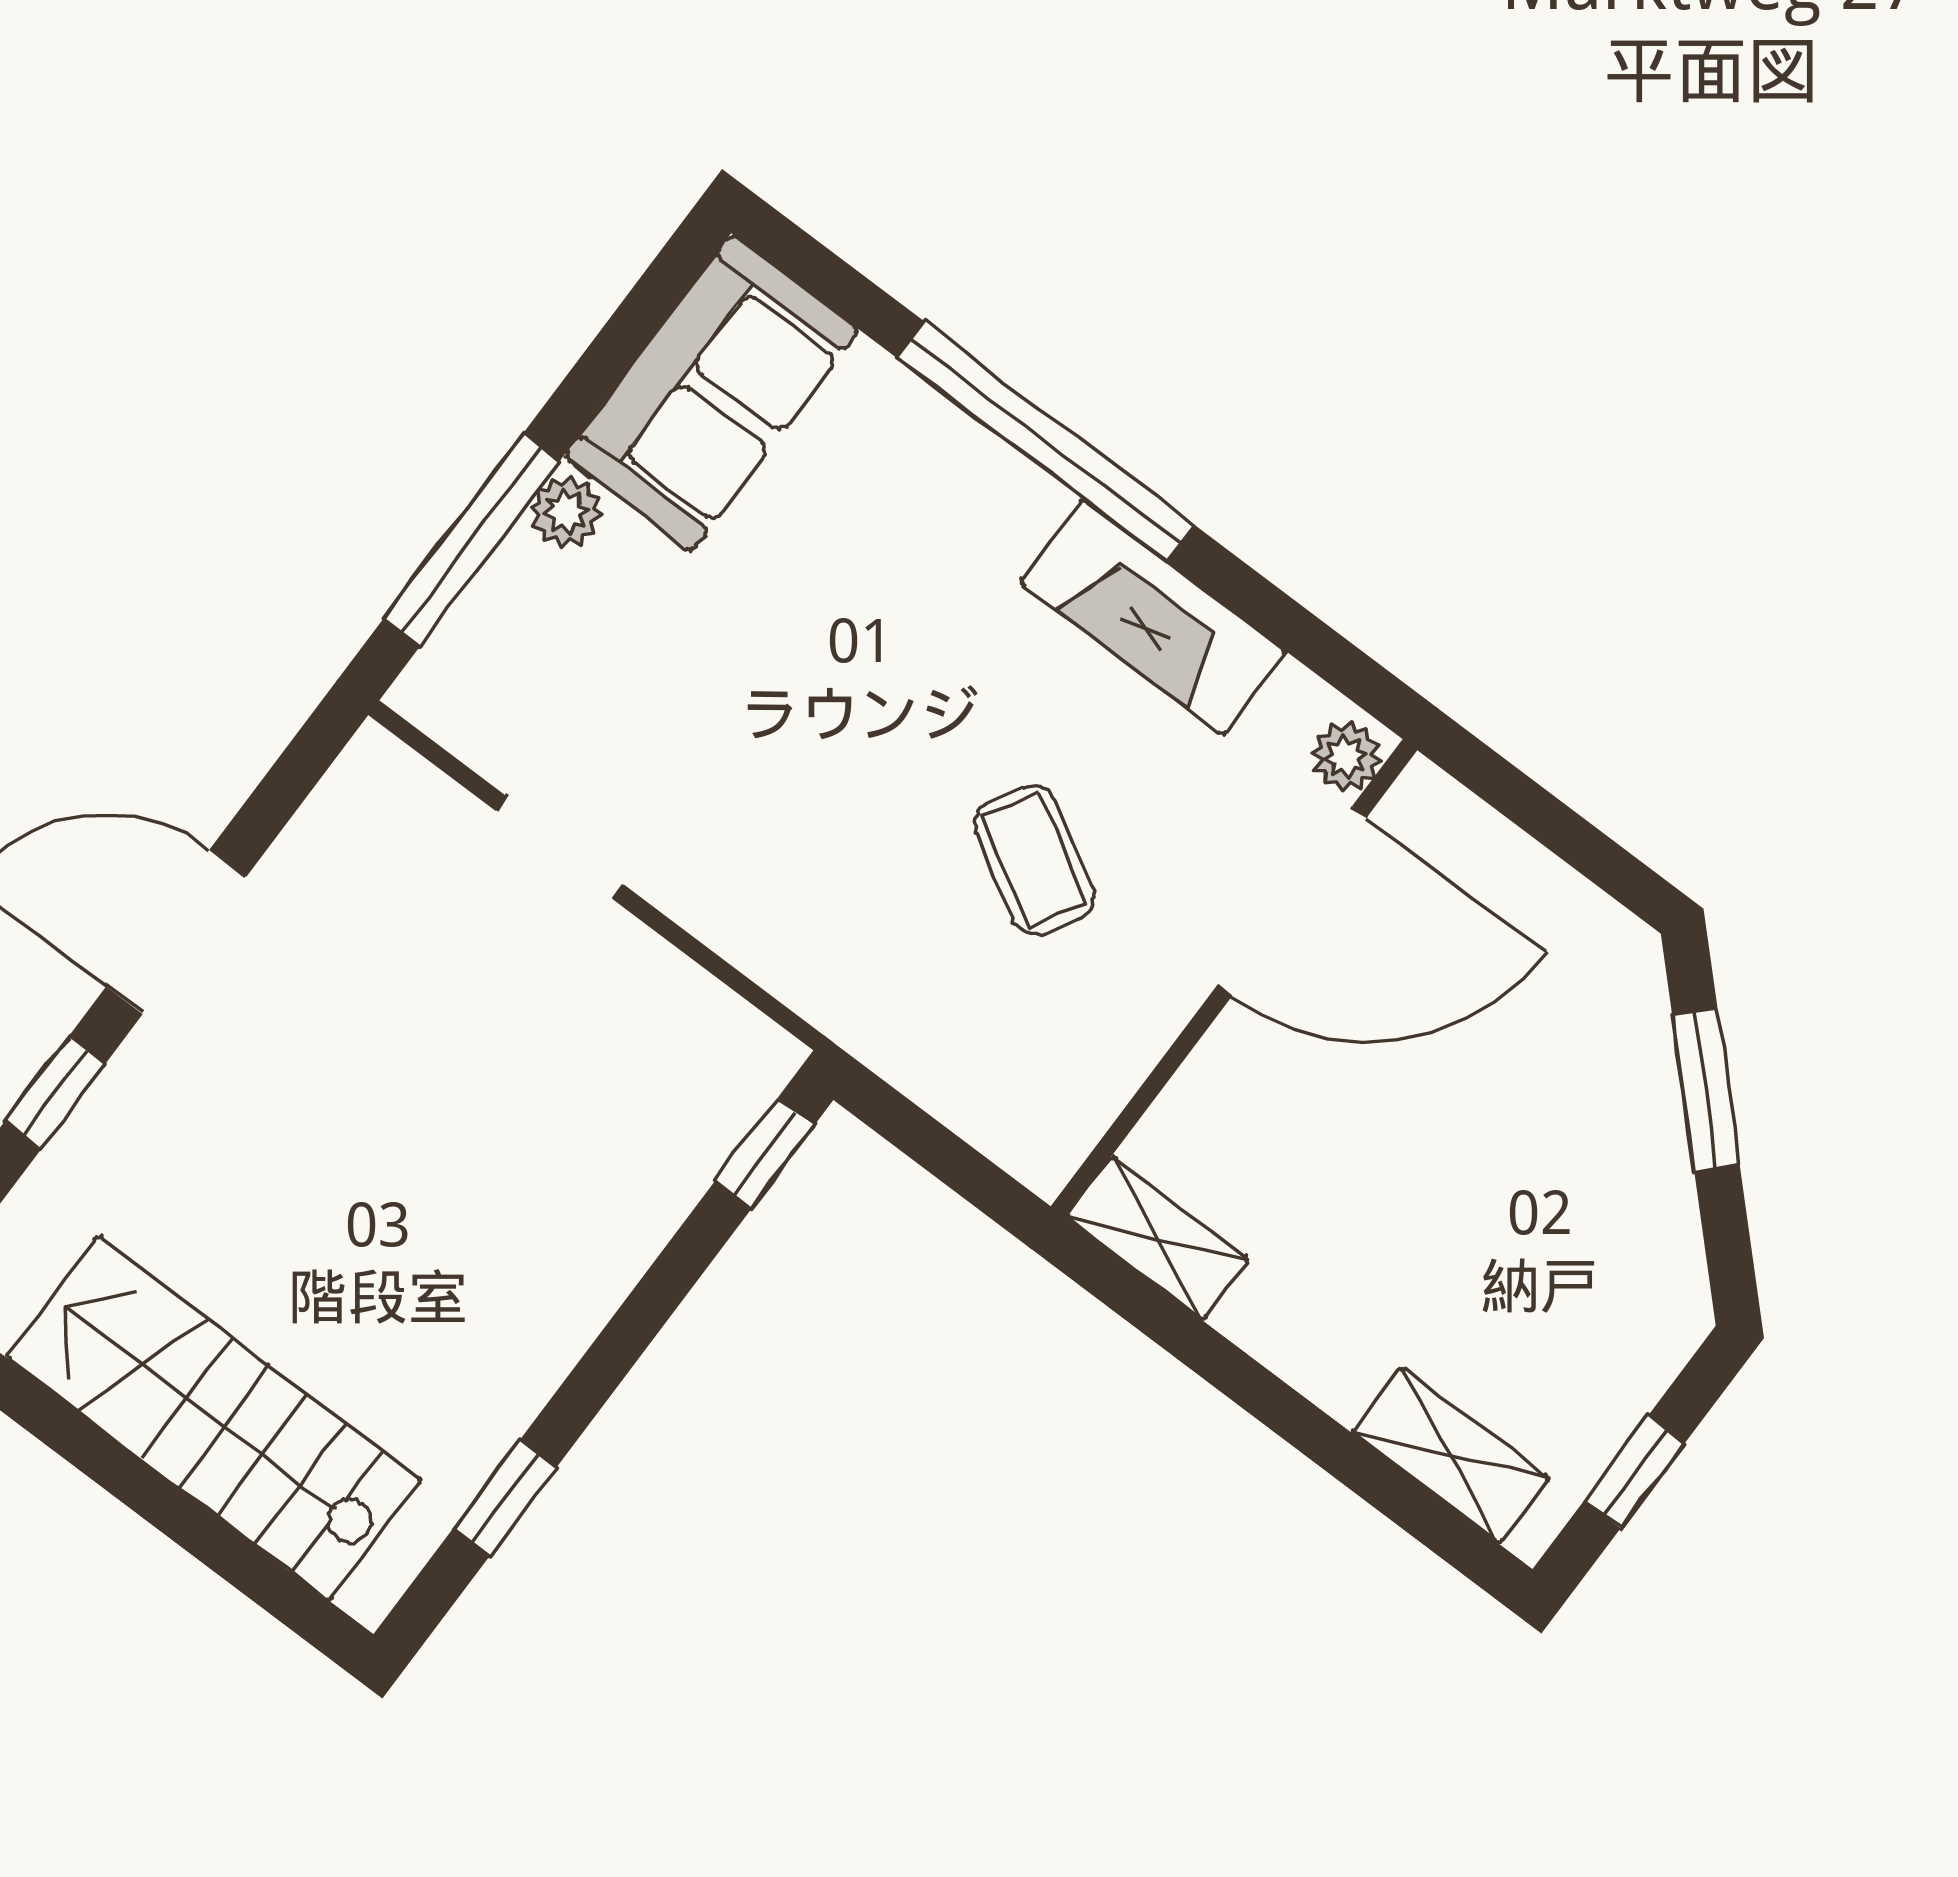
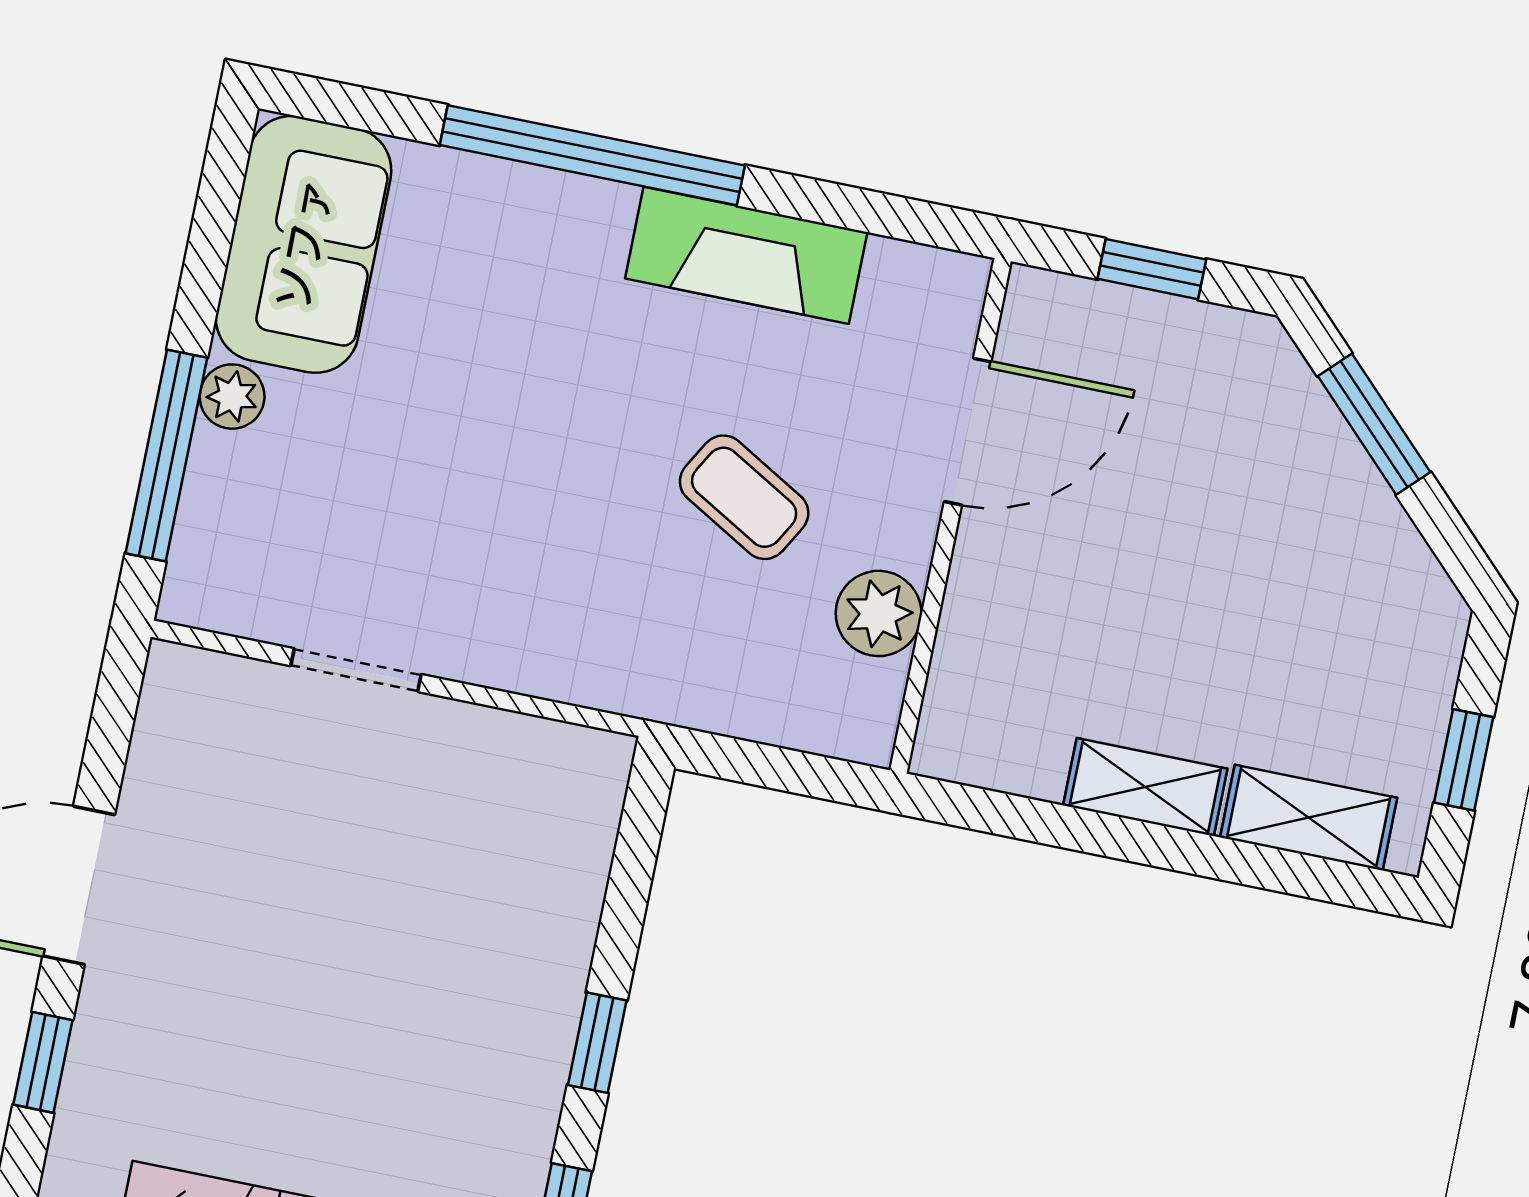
plant: (1346, 757) -> (879, 613), moved, width x1.38, depth x1.38
window: (1556, 826) -> (1152, 269), added
door: (1292, 901) -> (968, 432), width x0.73
window: (764, 1153) -> (597, 1043), moved
shelving: (1157, 1238) -> (1145, 787), moved

